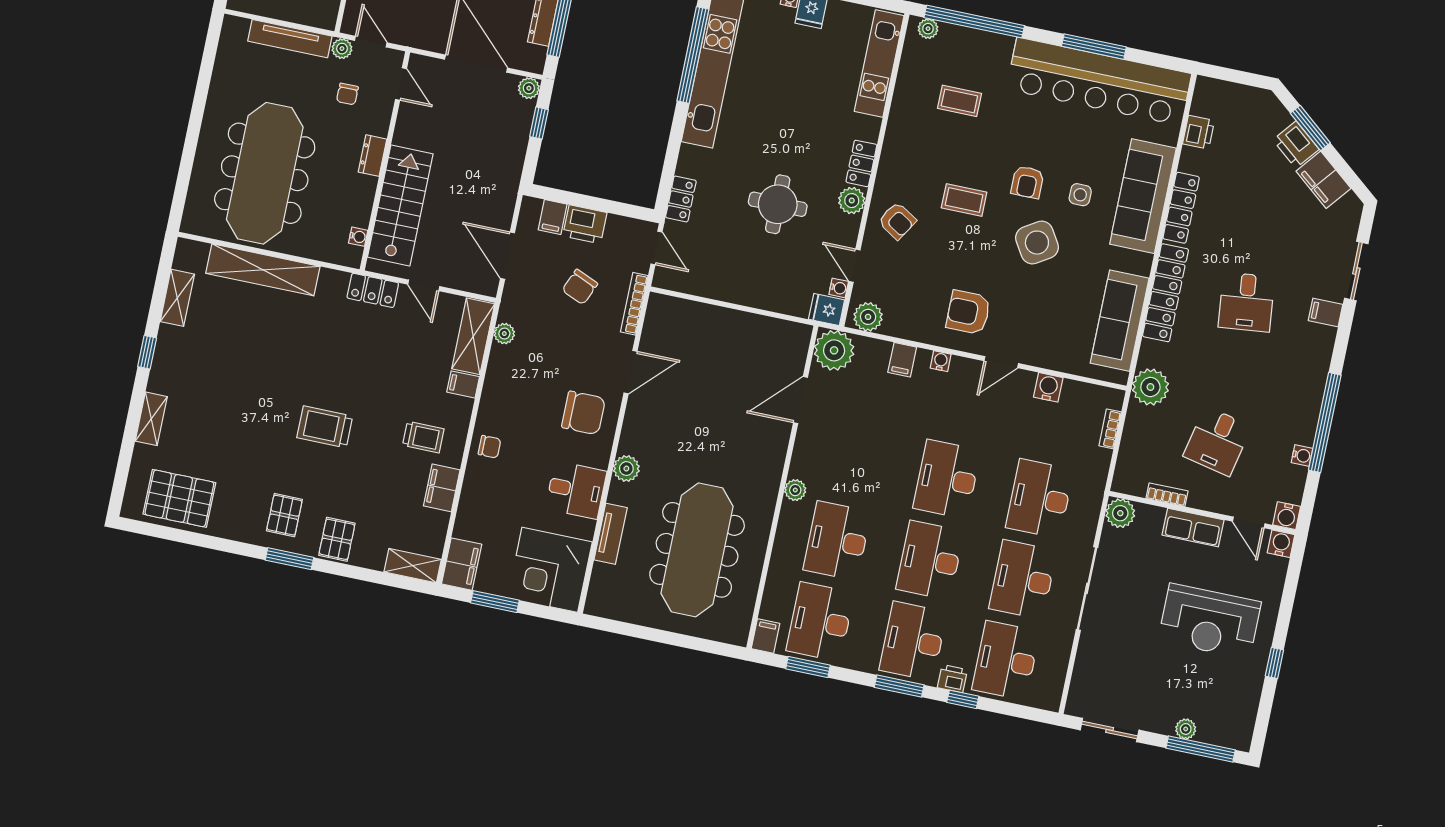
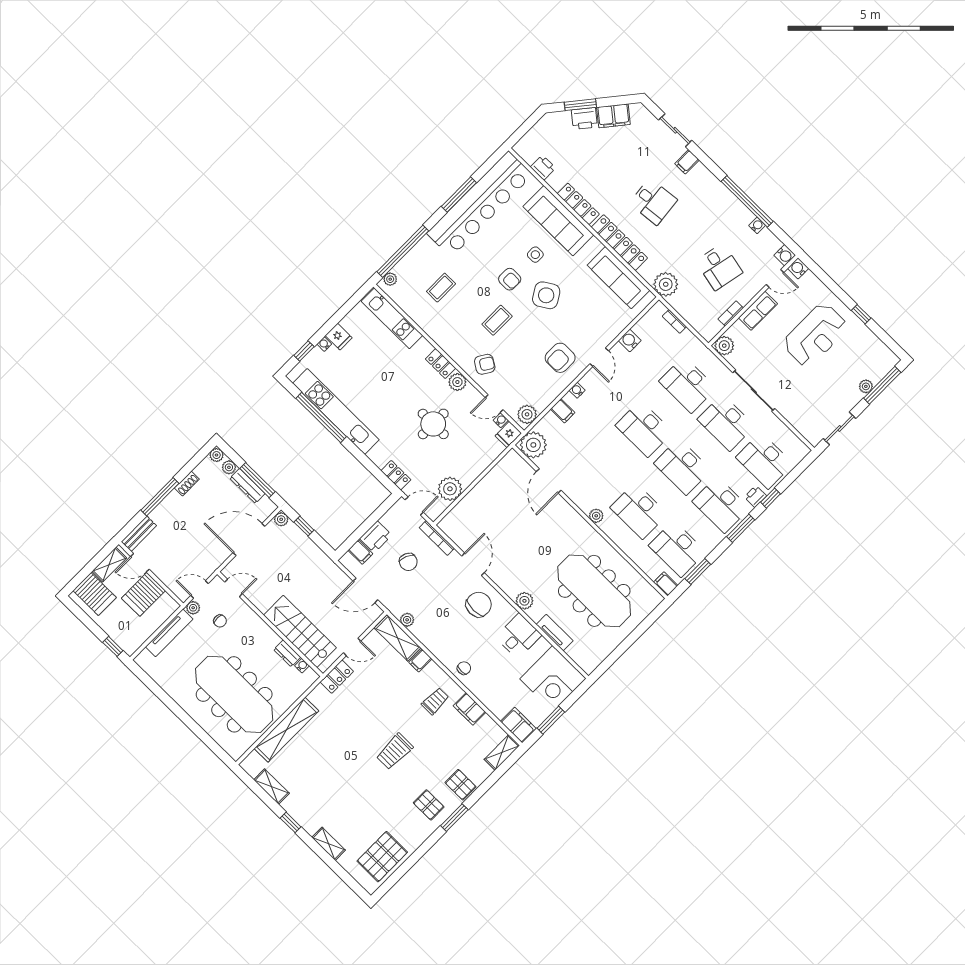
dresser: (373, 156) -> (287, 653), moved
plant: (708, 280) -> (450, 489), added

